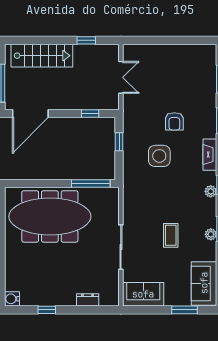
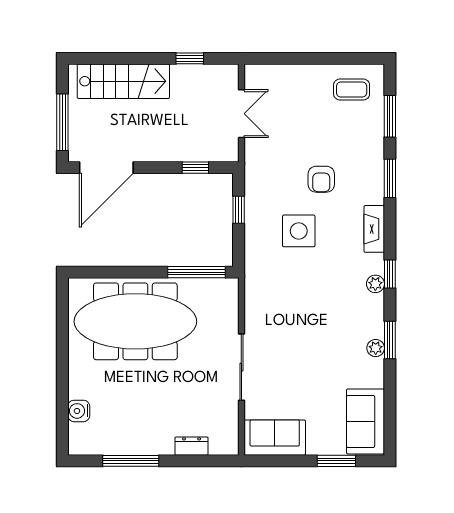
coffee table: (171, 235) -> (352, 89), moved, turned 90
water cooler: (12, 299) -> (79, 411), moved
window: (47, 310) -> (131, 461), width x2.17

